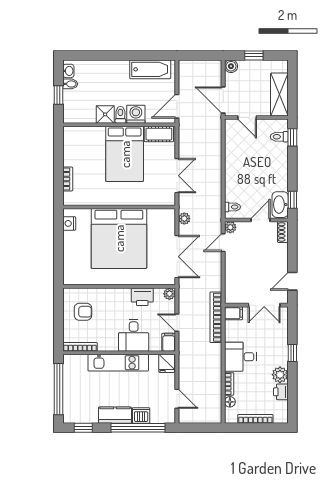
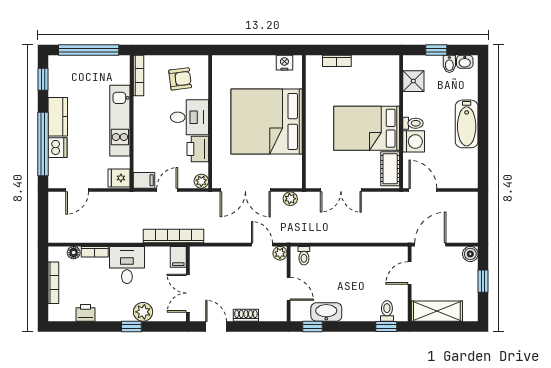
bathtub: (150, 69) -> (467, 124), moved
shower: (105, 114) -> (413, 81), moved
washbasin: (280, 205) -> (326, 312), moved
shoe rack: (283, 232) -> (246, 315), moved
armchair: (83, 312) -> (180, 79), turned -97
desk: (134, 335) -> (189, 117), moved, turned 180
plant: (280, 375) -> (143, 312), moved

